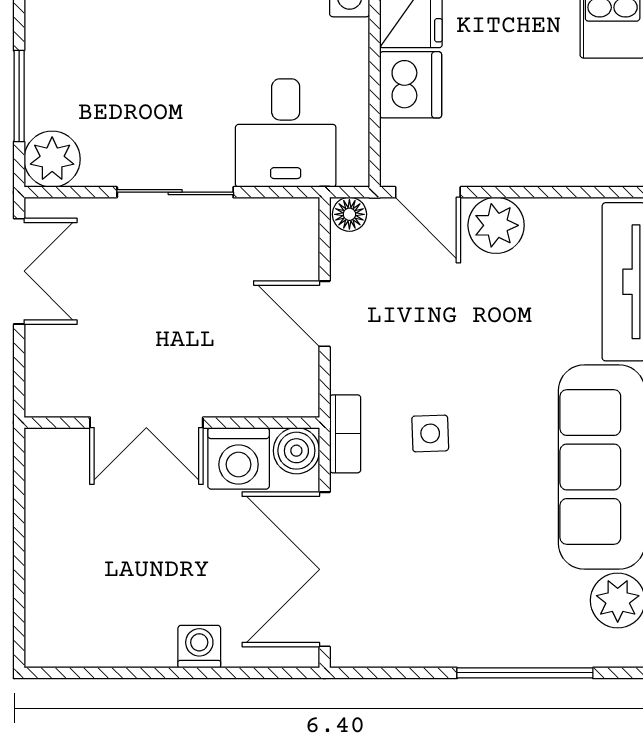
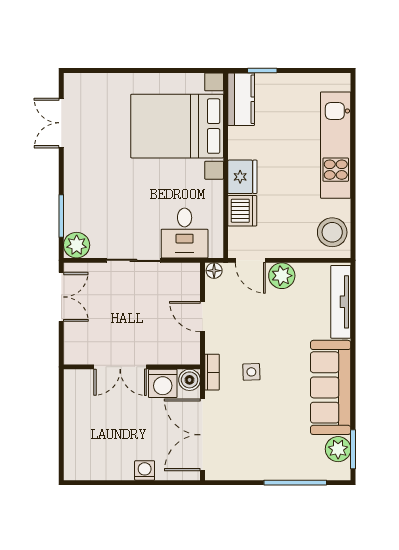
stool: (605, 131) -> (332, 232), added

